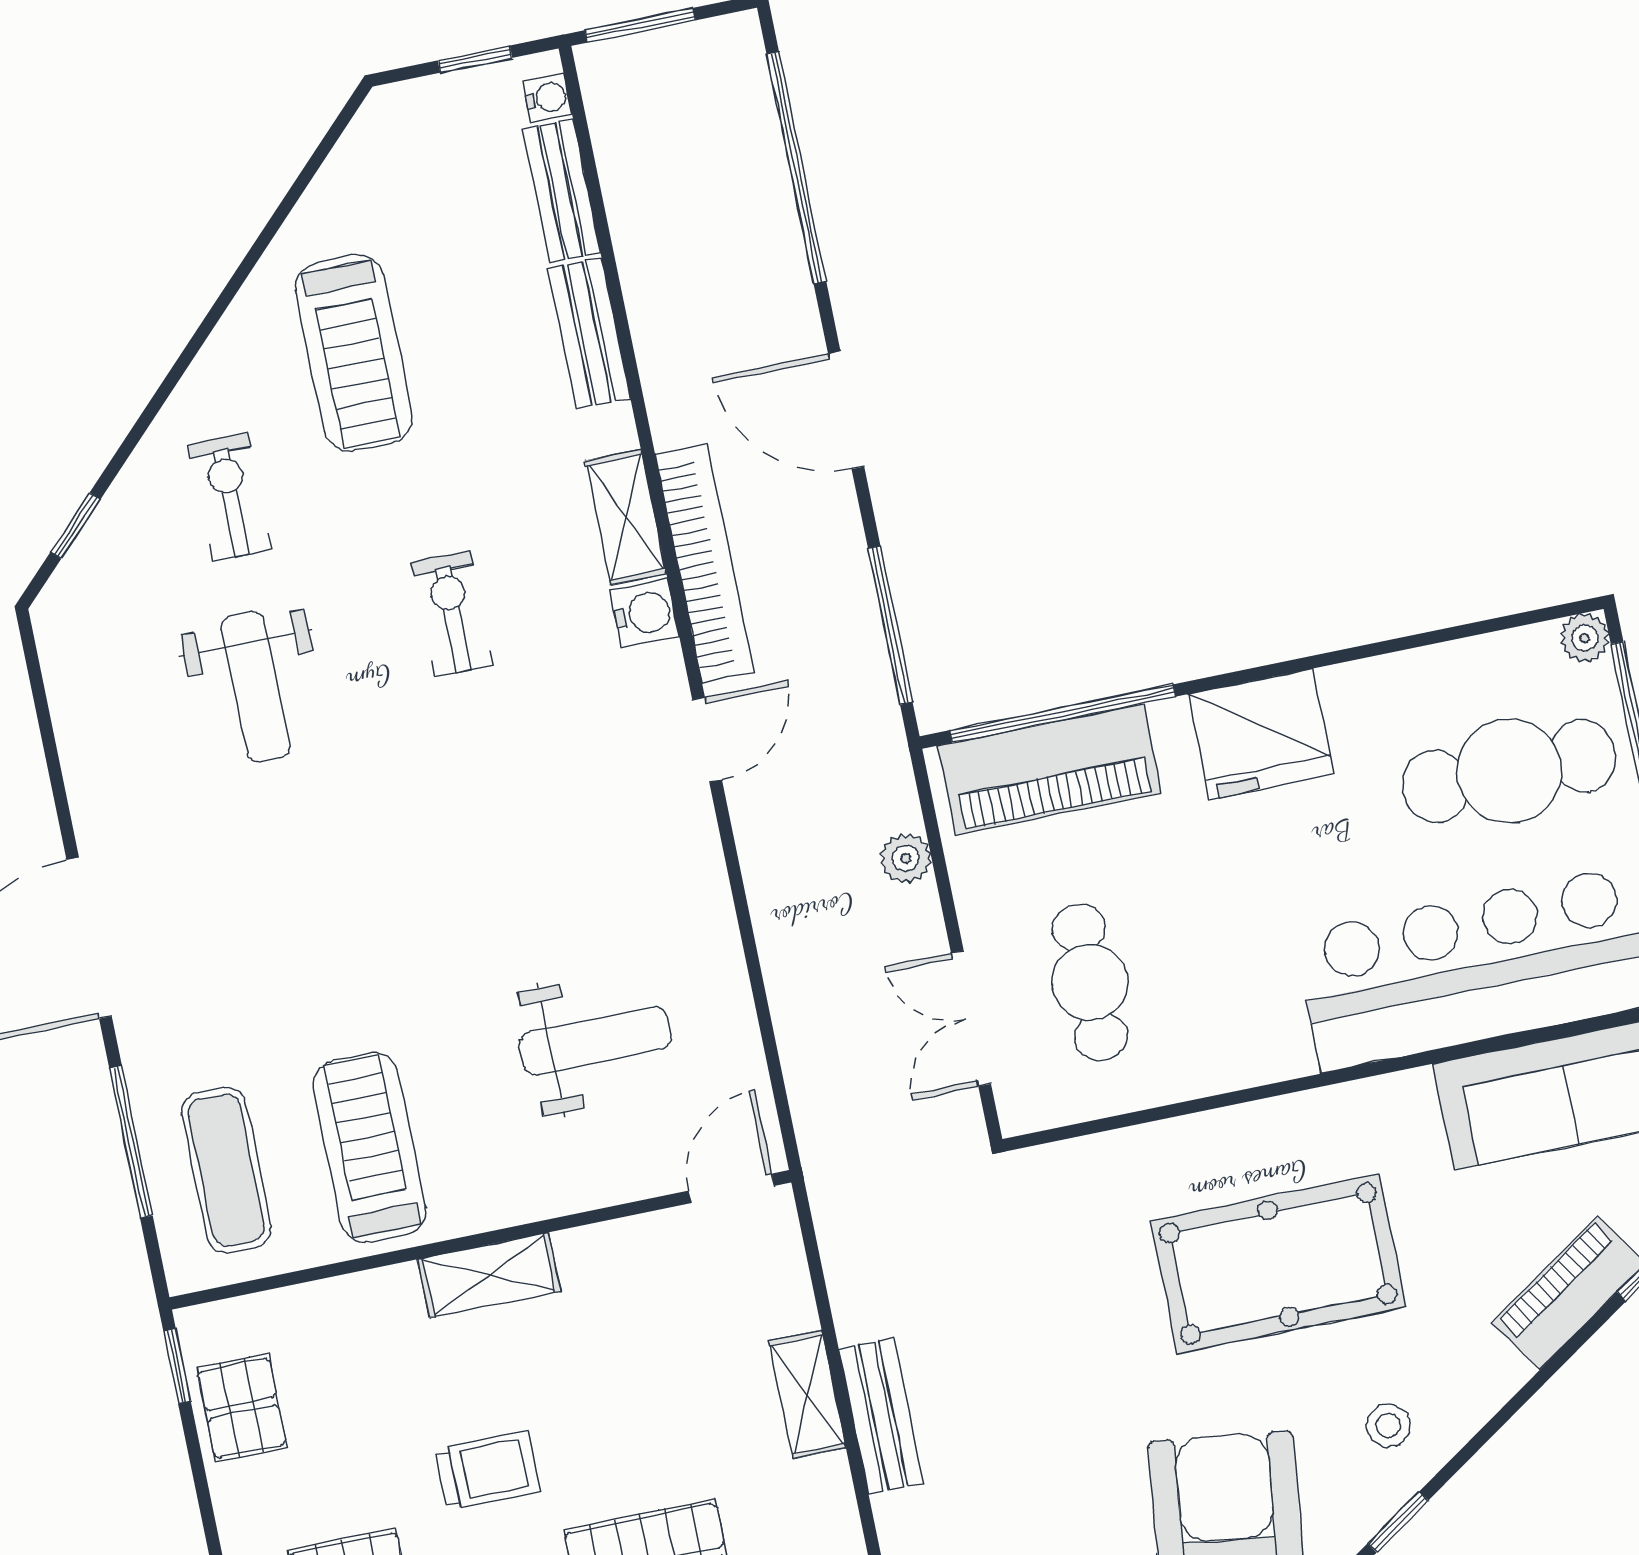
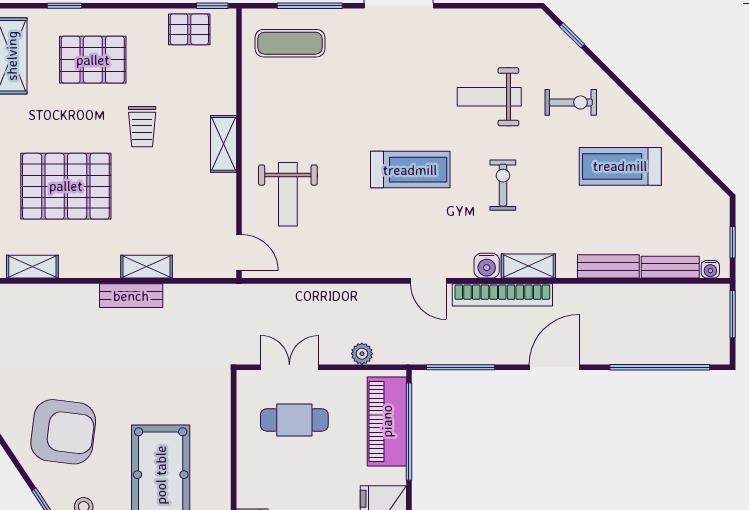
exercise bike: (452, 614) -> (503, 185), turned -90
weight bench: (595, 1041) -> (288, 194), moved
treadmill: (369, 1148) -> (410, 170), moved

